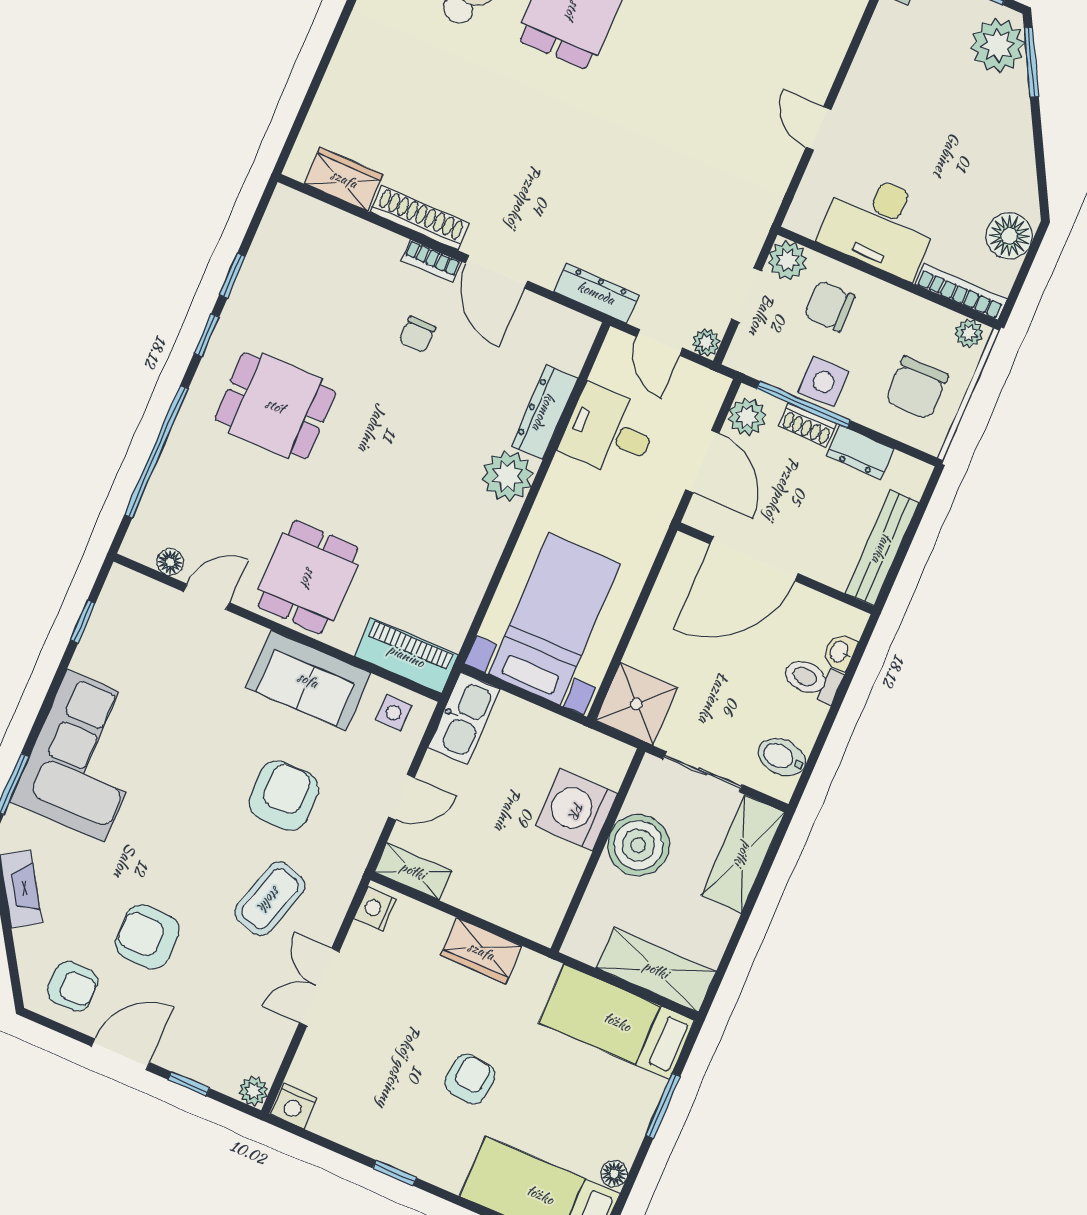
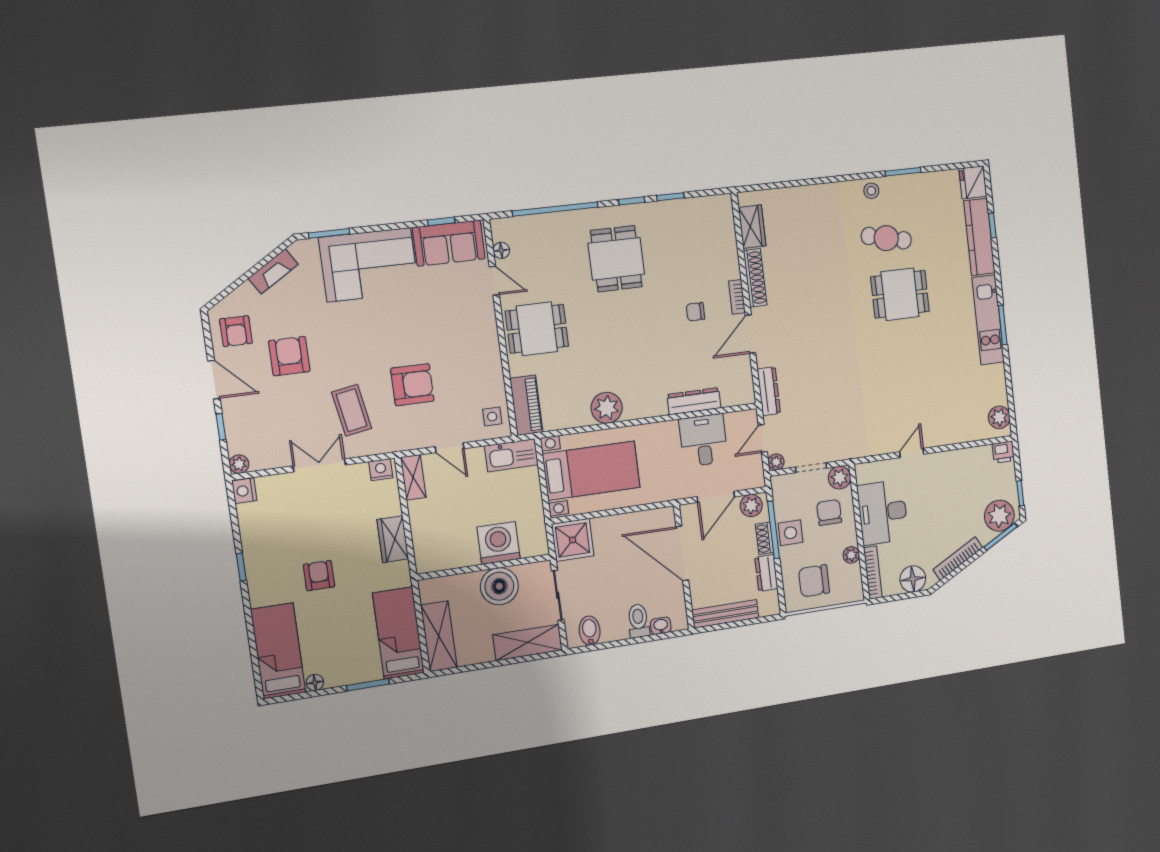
bookcase: (1022, 148) -> (958, 558), added
plant: (969, 333) -> (851, 555), moved
plant: (508, 476) -> (607, 408), moved
sofa: (308, 680) -> (449, 243), moved, turned -90
coffee table: (270, 899) -> (352, 410), turned 63
armchair: (470, 1079) -> (319, 576), turned -97

